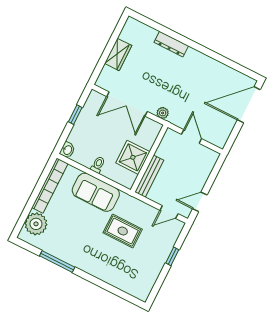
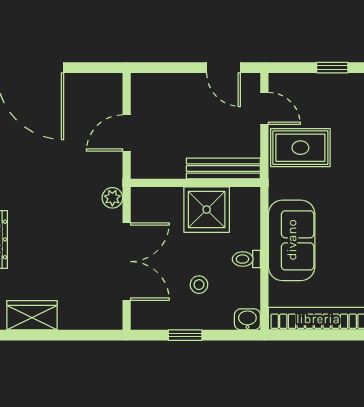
wardrobe: (118, 54) -> (32, 315), moved
stool: (97, 134) -> (199, 285), added
rug: (123, 231) -> (300, 148), moved, turned 90

